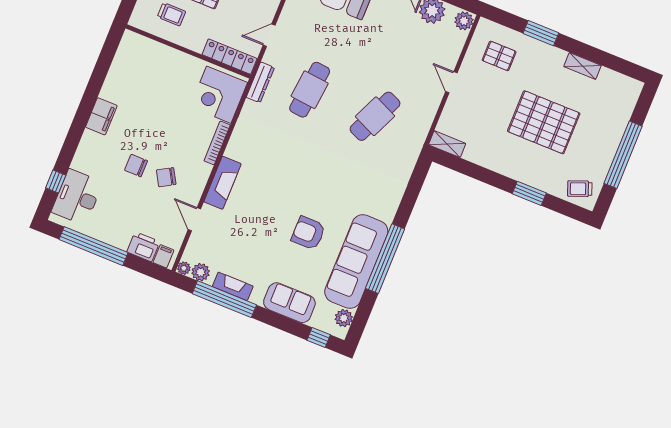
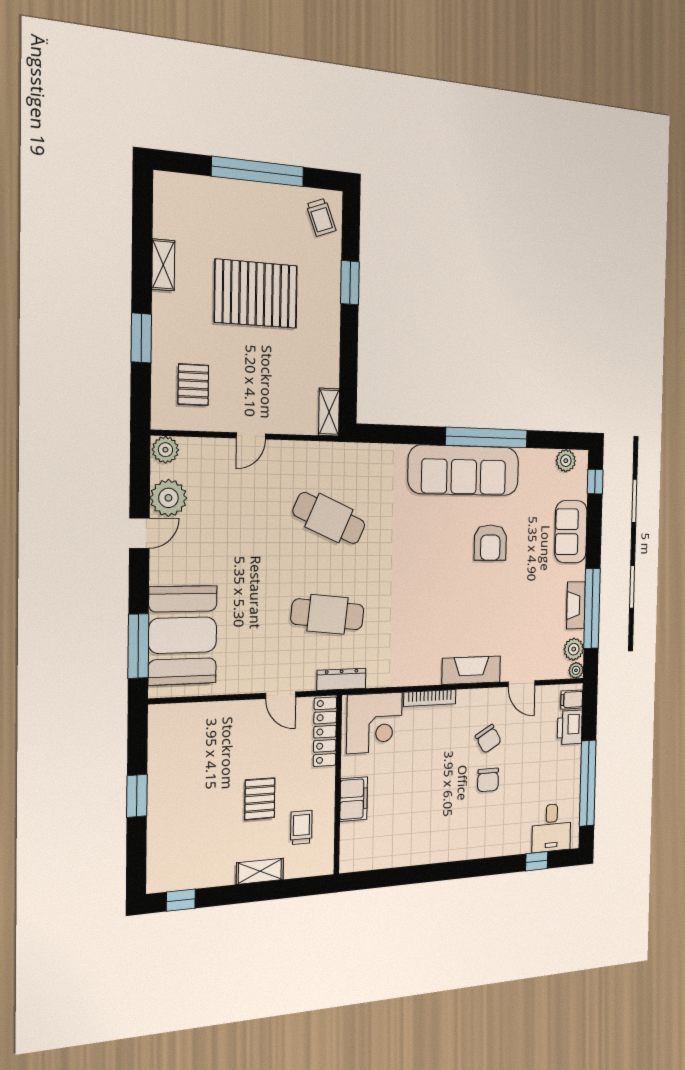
filing cabinet: (101, 116) -> (354, 799), moved, turned 90
pallet: (544, 122) -> (256, 294), turned 90
desk: (77, 197) -> (551, 828), width x0.73
door: (194, 219) -> (522, 684), hinge flipped
sofa: (356, 262) -> (464, 470), moved

